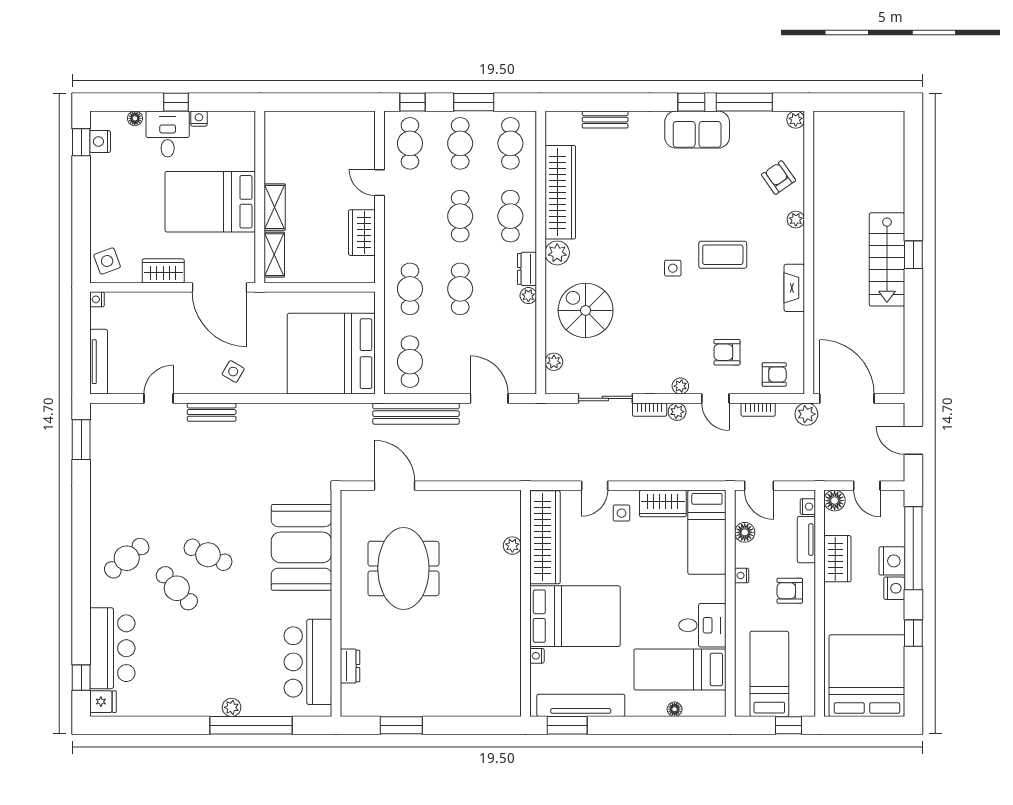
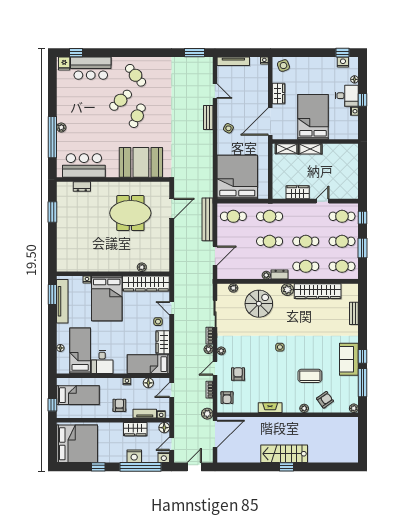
coffee table: (723, 255) -> (310, 376), moved, turned 90
nightstand: (894, 588) -> (164, 457), moved

